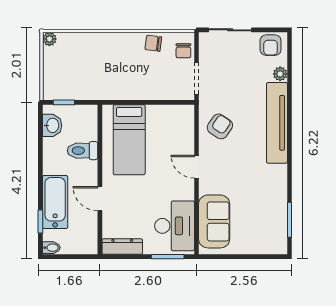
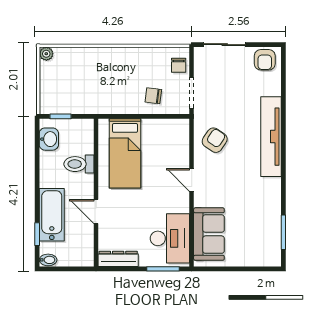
chair: (153, 43) -> (153, 96), moved
plant: (280, 74) -> (274, 88), removed

